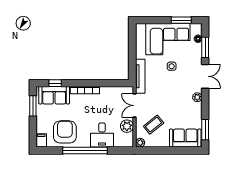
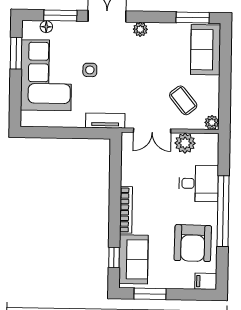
tv unit: (140, 76) -> (105, 121), width x0.71
armchair: (65, 132) -> (193, 243), turned -89

